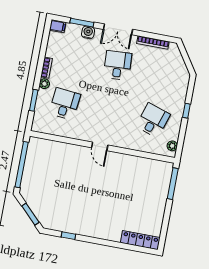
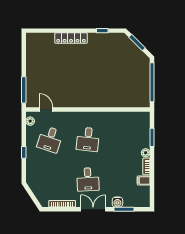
filing cabinet: (58, 26) -> (144, 180), moved
desk: (65, 104) -> (88, 139), moved
door: (100, 146) -> (46, 109), moved
locker: (140, 240) -> (71, 38), moved

